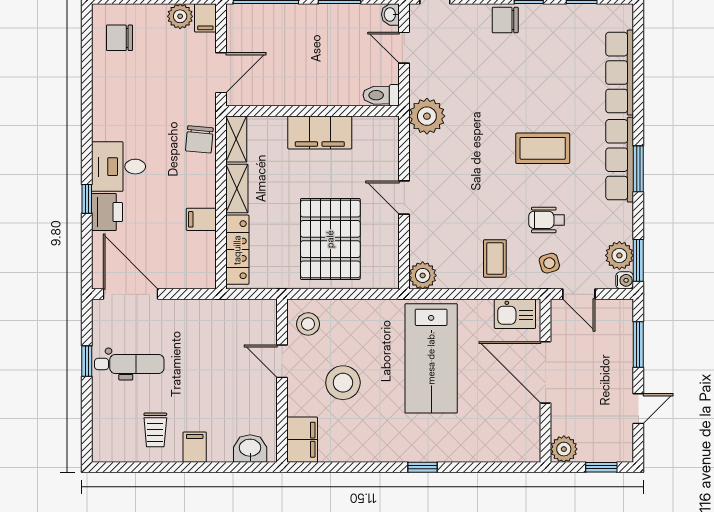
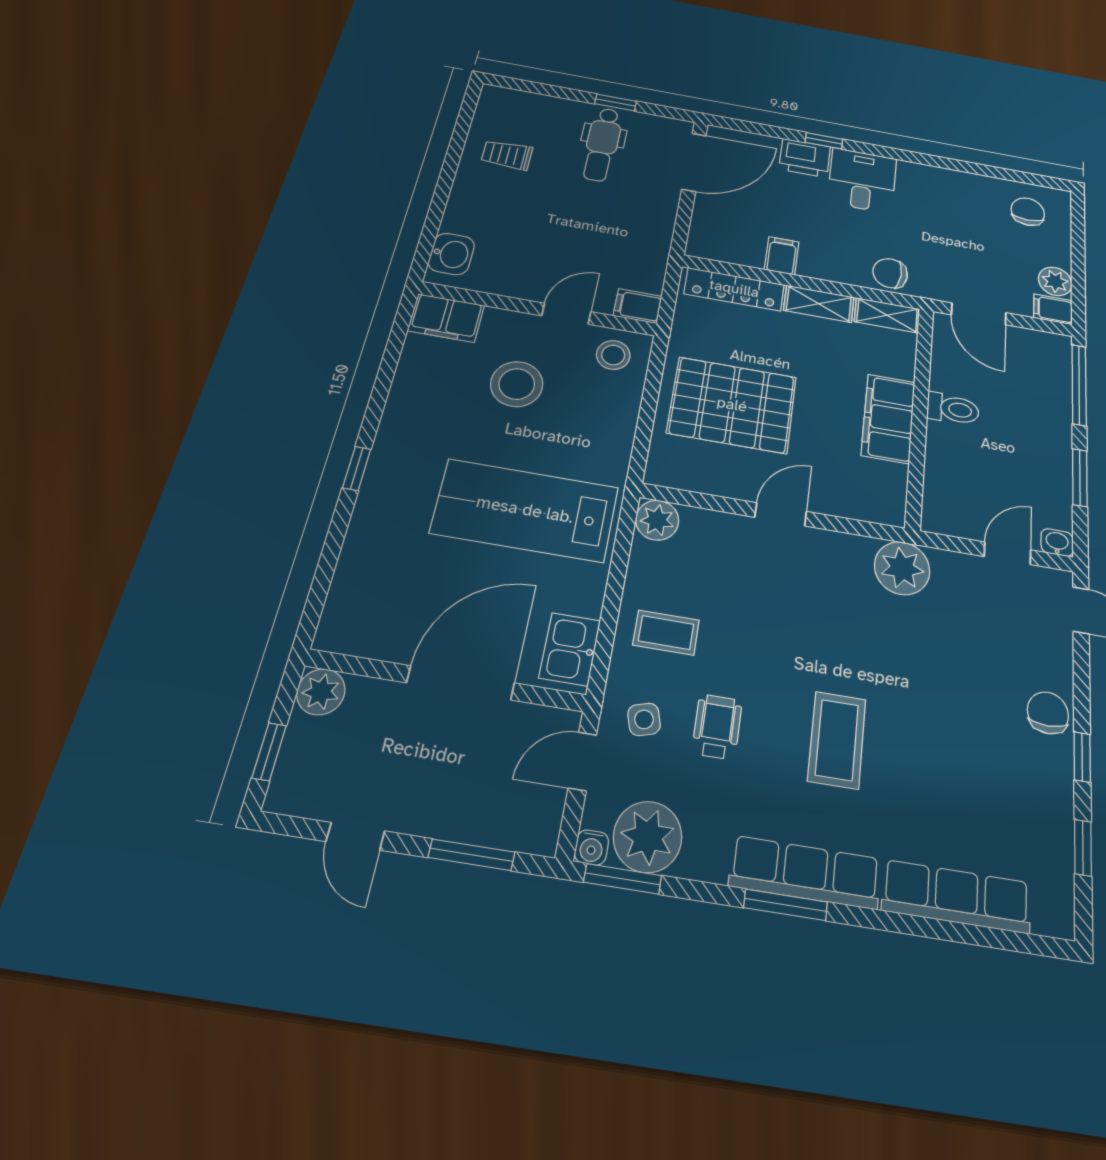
toilet: (381, 95) -> (953, 409), moved, turned 90
plant: (619, 255) -> (648, 837), width x1.36, depth x1.36
filing cabinet: (195, 447) -> (638, 306), moved, turned 180

